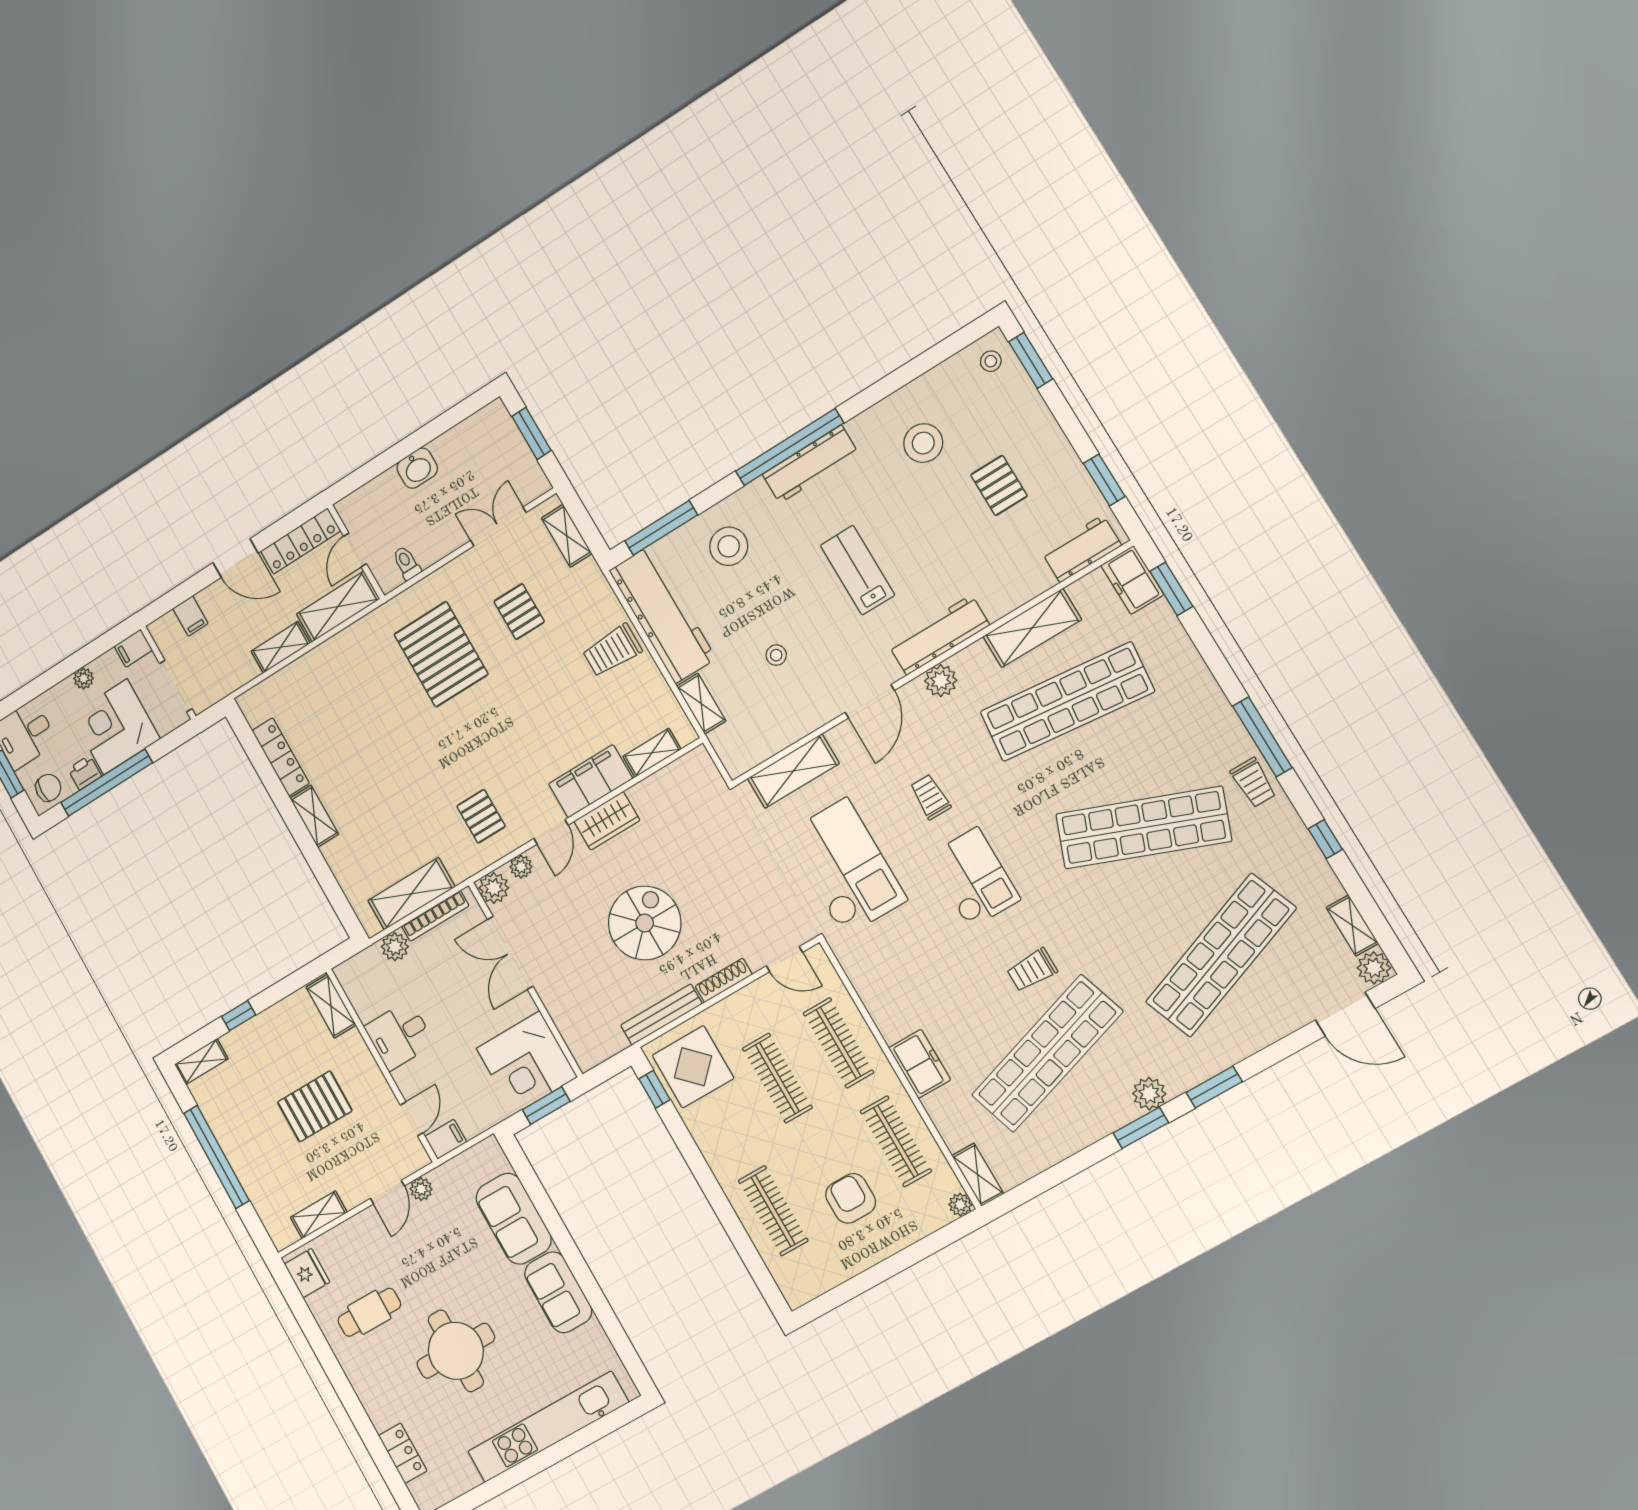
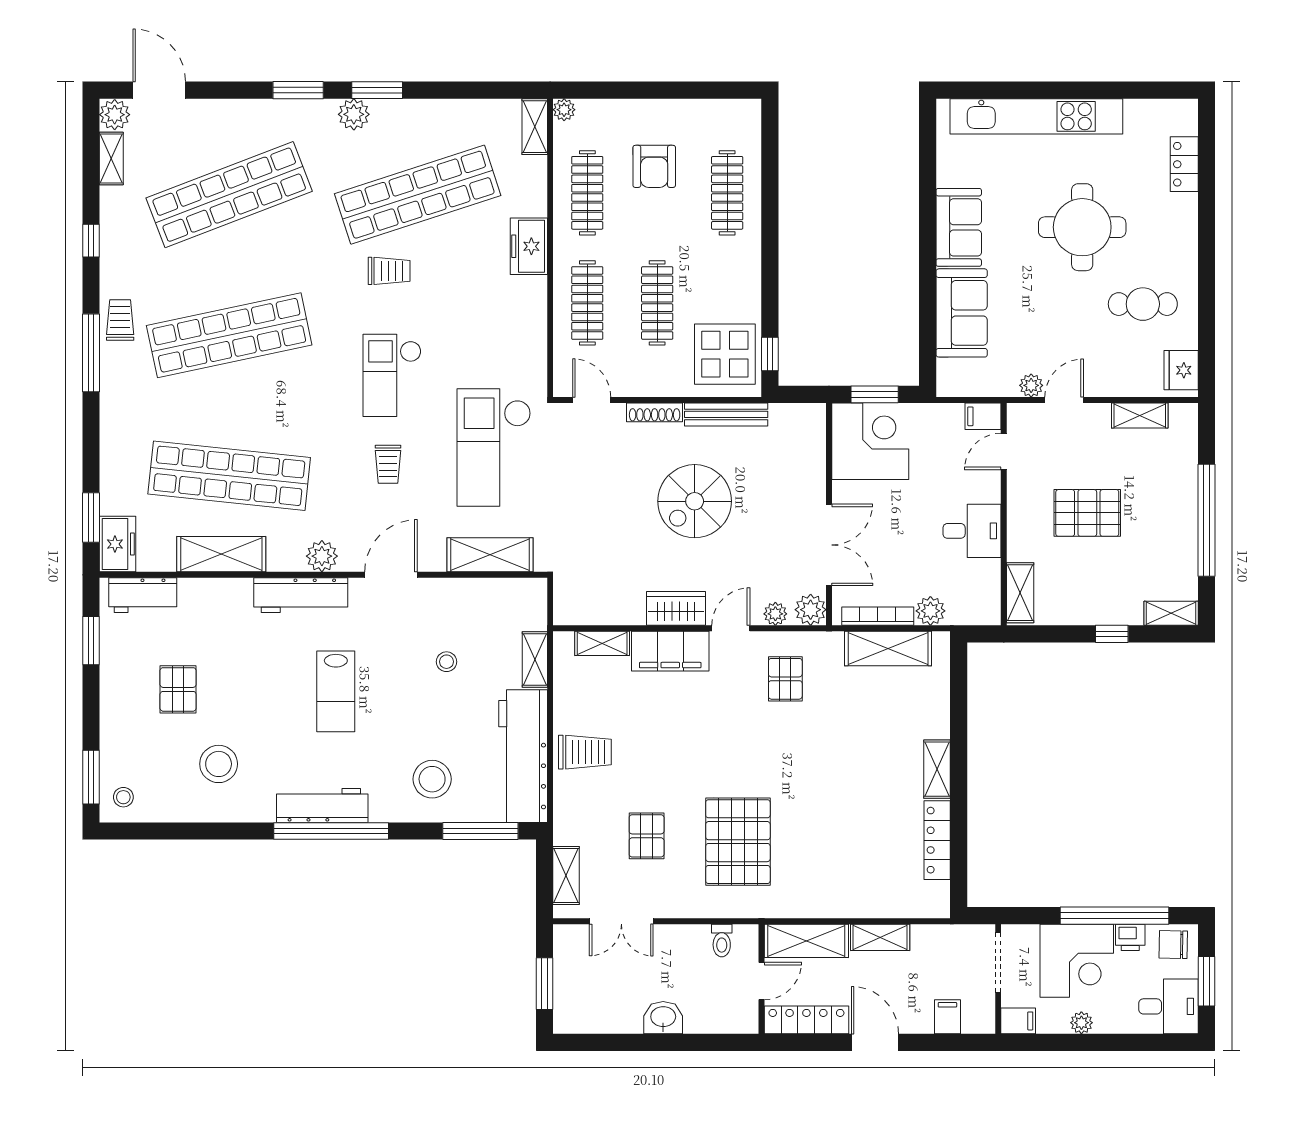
shop shelf: (1143, 828) -> (229, 335), turned -33

